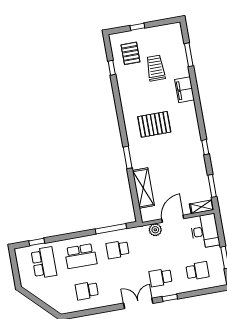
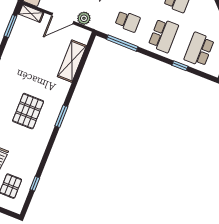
pallet: (154, 124) -> (28, 111), turned 90
window: (128, 157) -> (61, 116), moved
window: (37, 242) -> (180, 66), moved
school desk: (81, 256) -> (163, 35), turned 90

